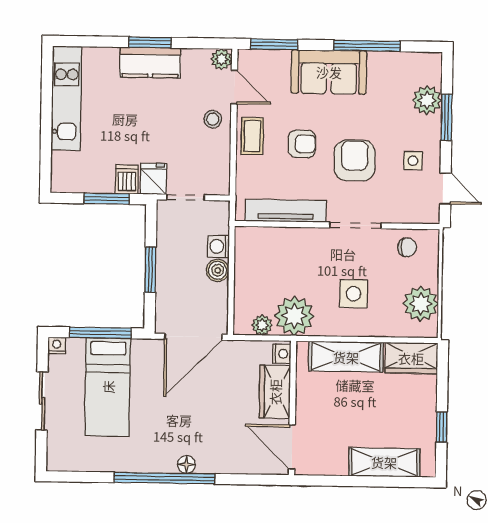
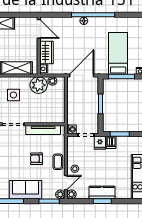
plant: (248, 60) -> (60, 194), added
door: (234, 87) -> (66, 183), swing flipped
armchair: (355, 160) -> (14, 152), removed
washing machine: (218, 246) -> (72, 129), moved
boiler: (218, 270) -> (72, 104), removed

